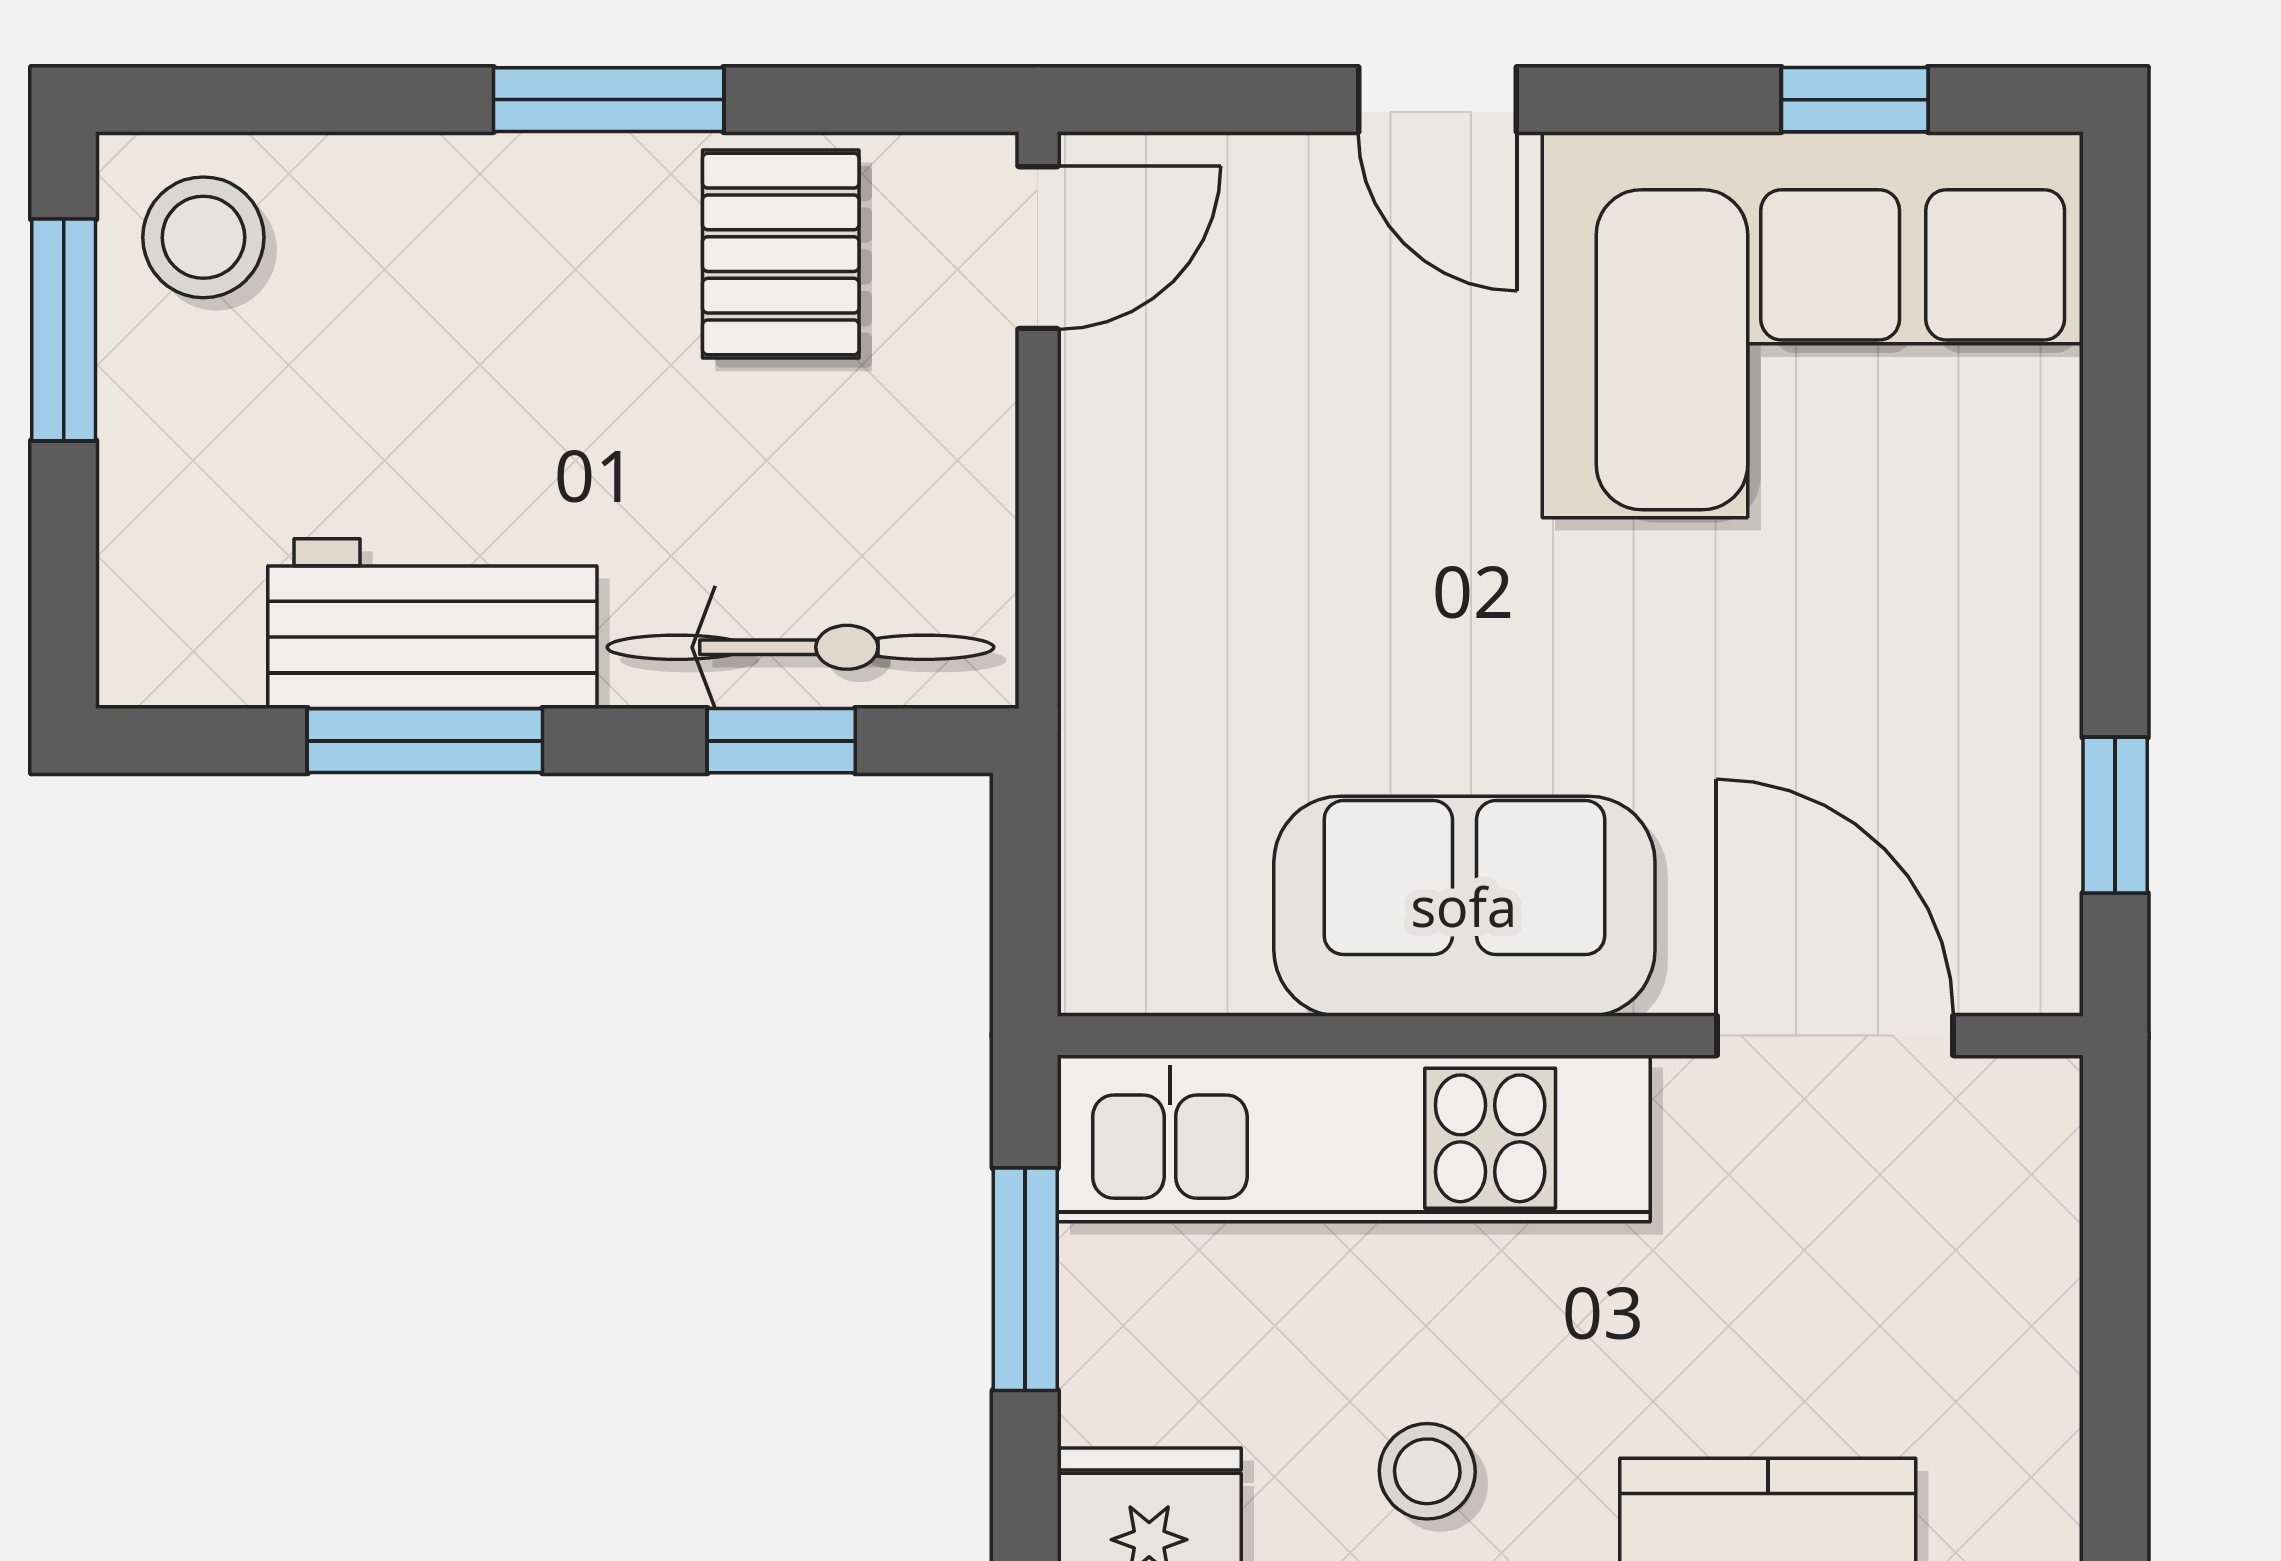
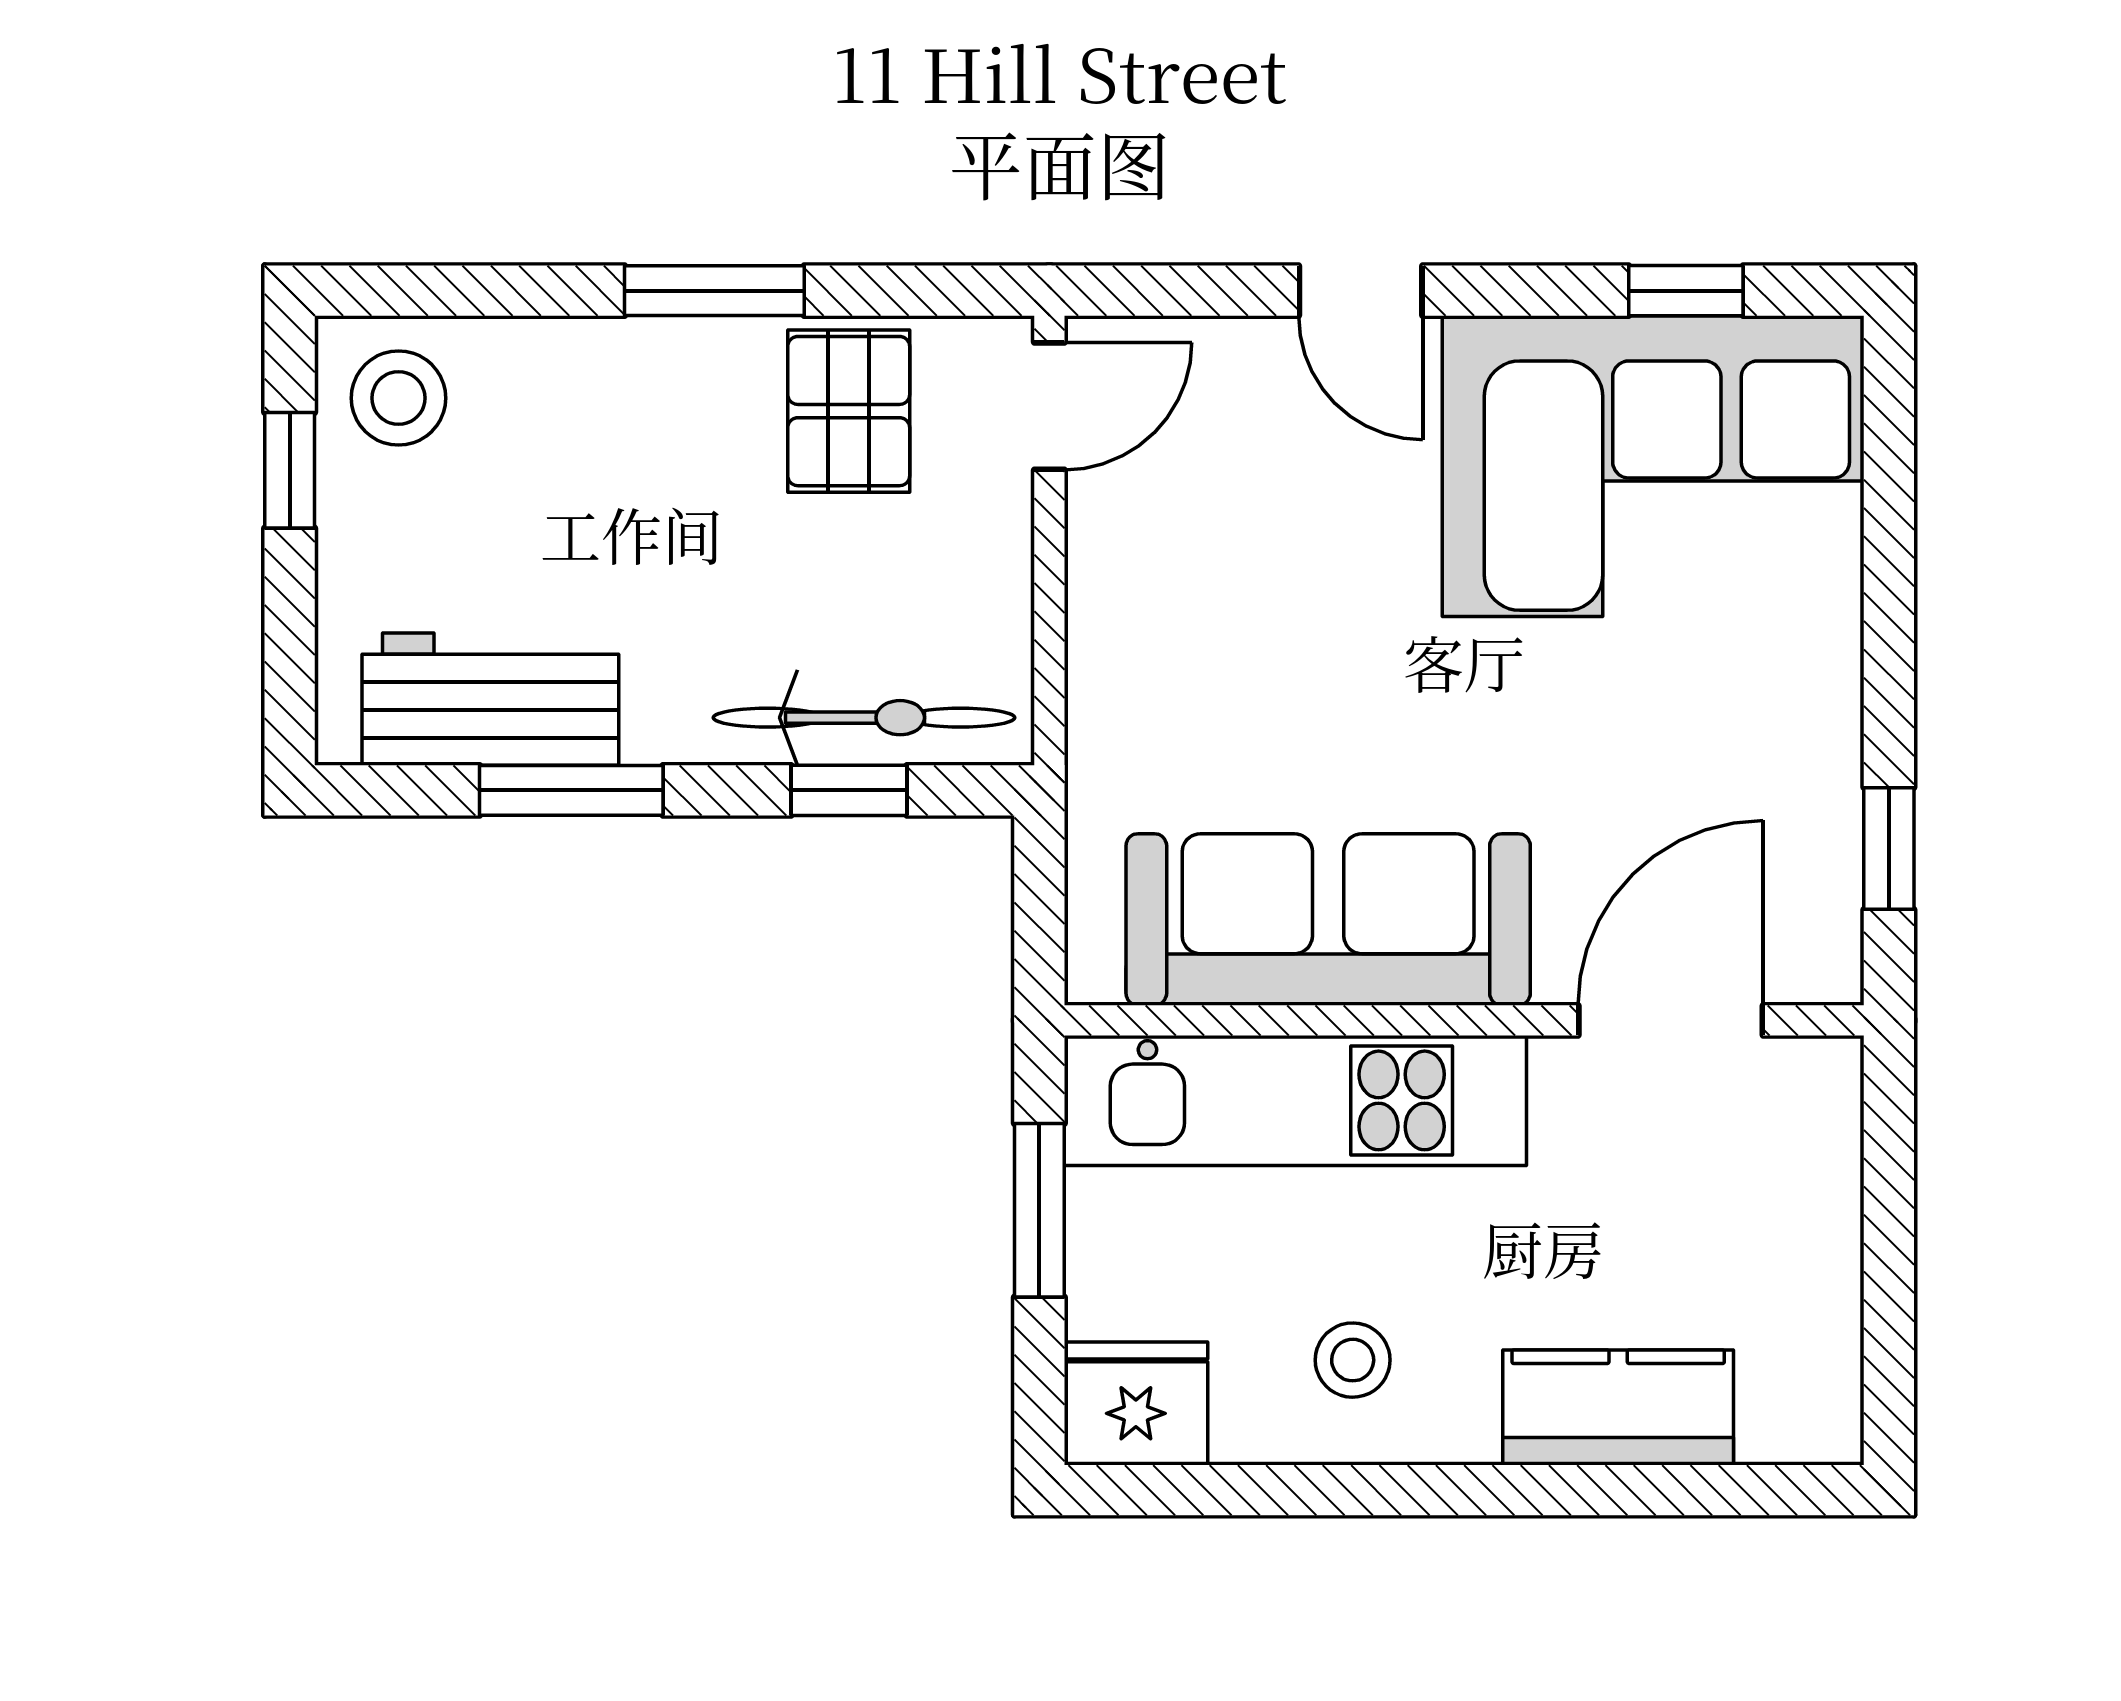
window: (64, 330) -> (290, 470), width x0.67
workbench: (432, 624) -> (490, 699), moved
sofa: (1464, 906) -> (1328, 919), width x1.36
door: (1835, 1036) -> (1671, 1020), hinge flipped

